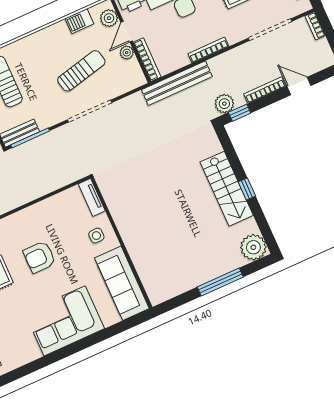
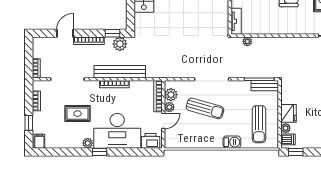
plant: (109, 18) -> (171, 95), moved
barbecue: (79, 21) -> (232, 142), moved
sun lounger: (81, 71) -> (205, 108), turned -151
bench: (177, 83) -> (120, 72), moved
door: (299, 86) -> (65, 33), swing flipped
plant: (66, 178) -> (247, 41), added

